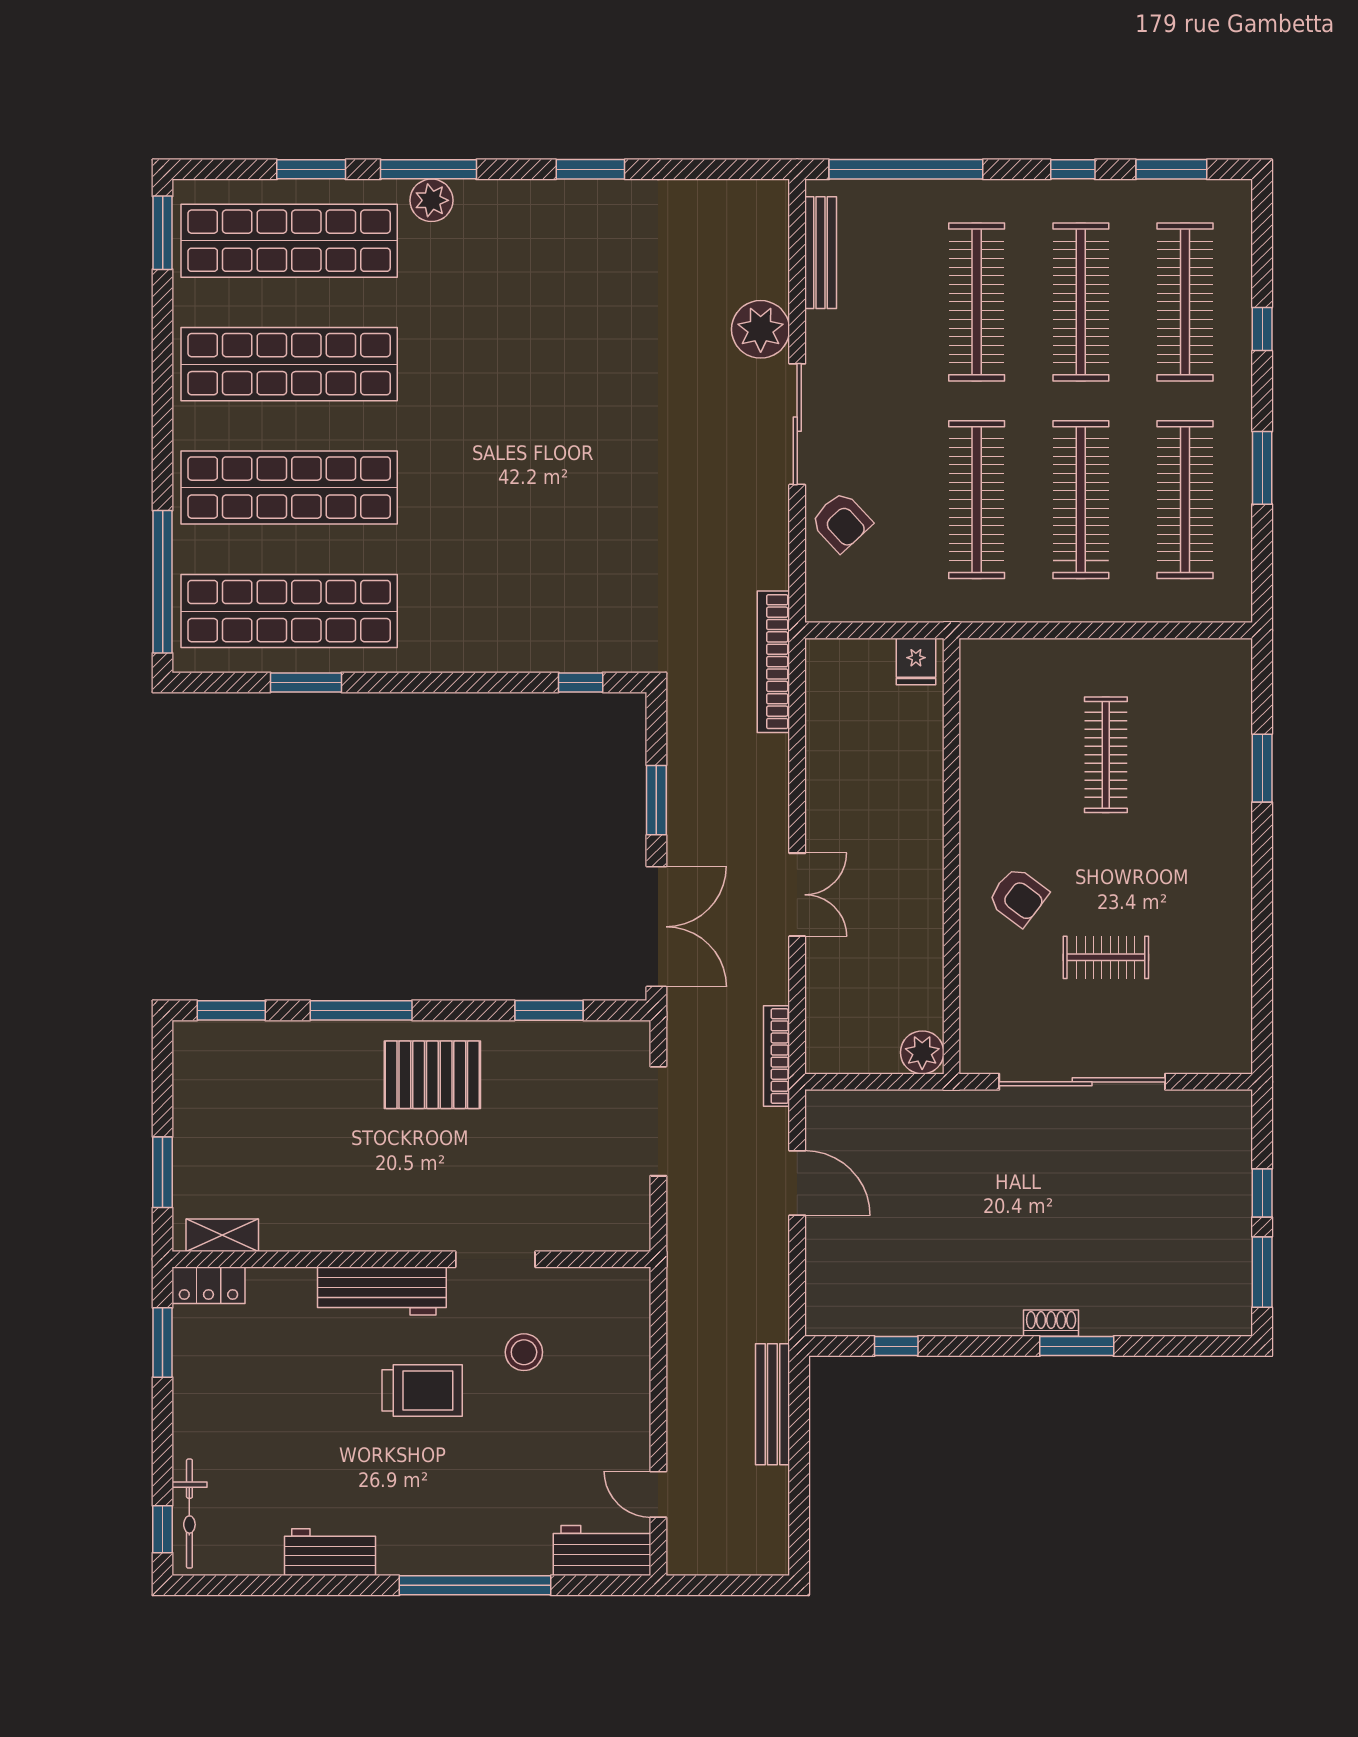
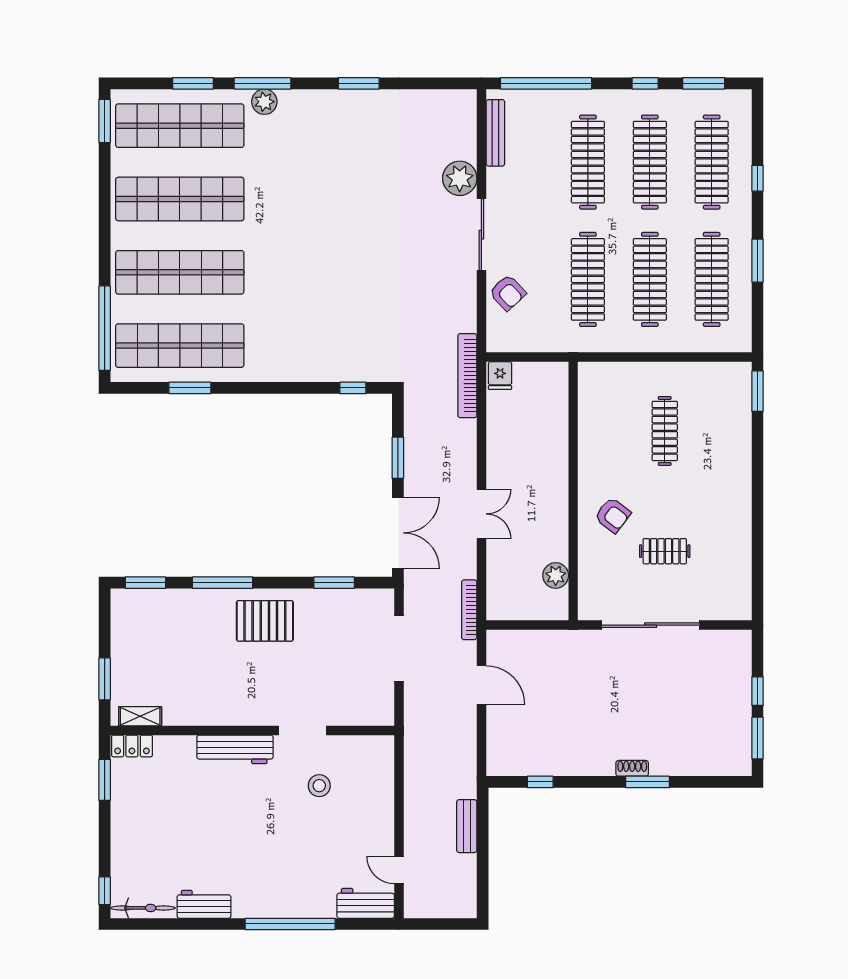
fridge: (916, 661) -> (500, 376), moved
window: (1262, 768) -> (757, 391), moved
plant: (922, 1052) -> (556, 575), moved
trolley: (422, 1390) -> (259, 808), removed
bench: (772, 1404) -> (467, 826), width x0.73
bicycle: (189, 1514) -> (143, 908), moved, turned -90

